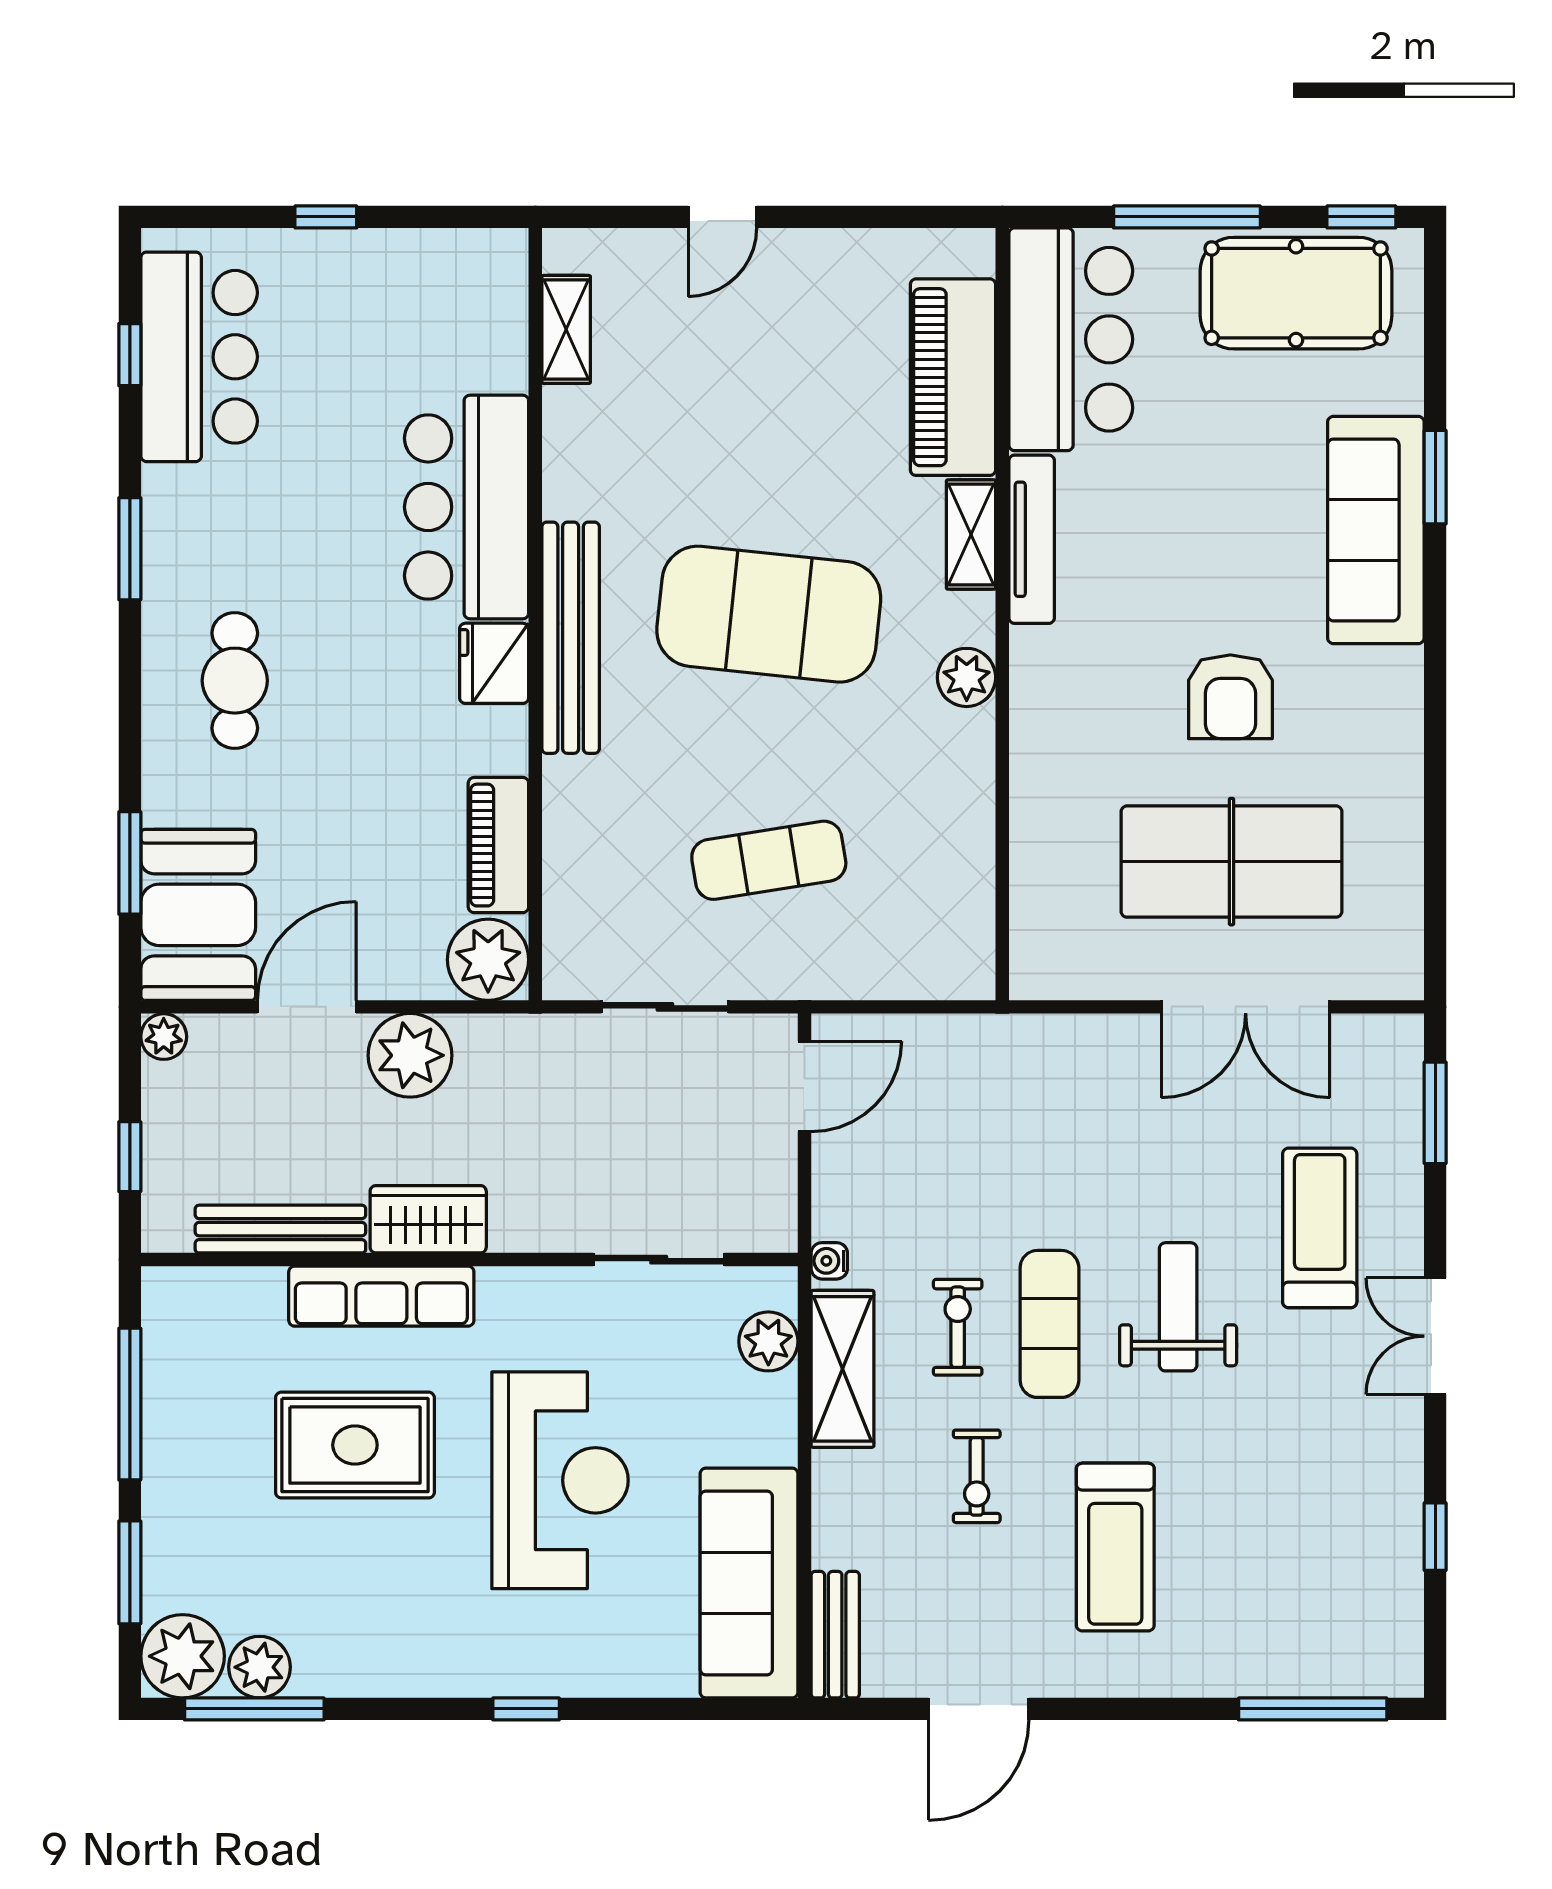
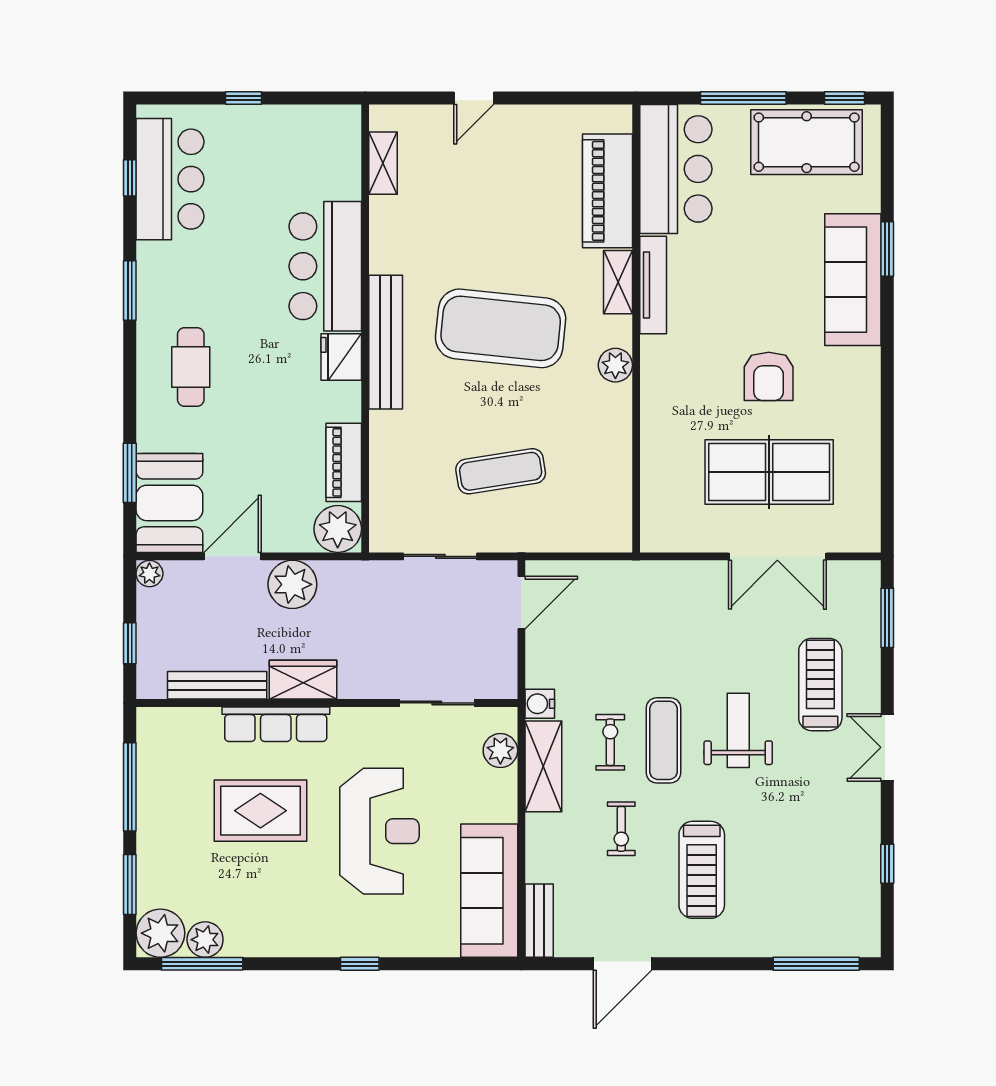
water cooler: (829, 1261) -> (540, 704), width x1.38, depth x1.38

